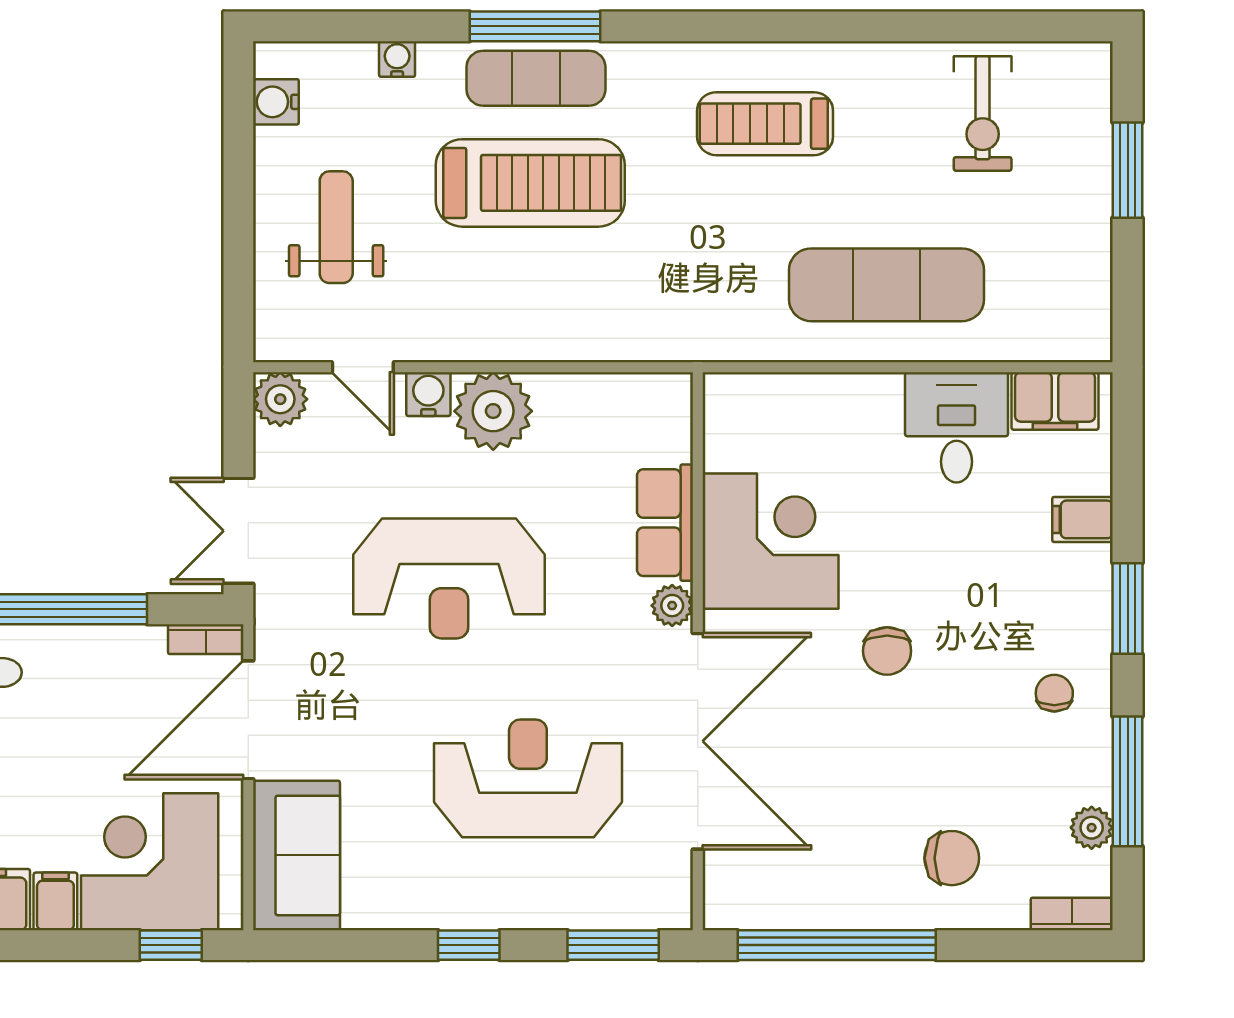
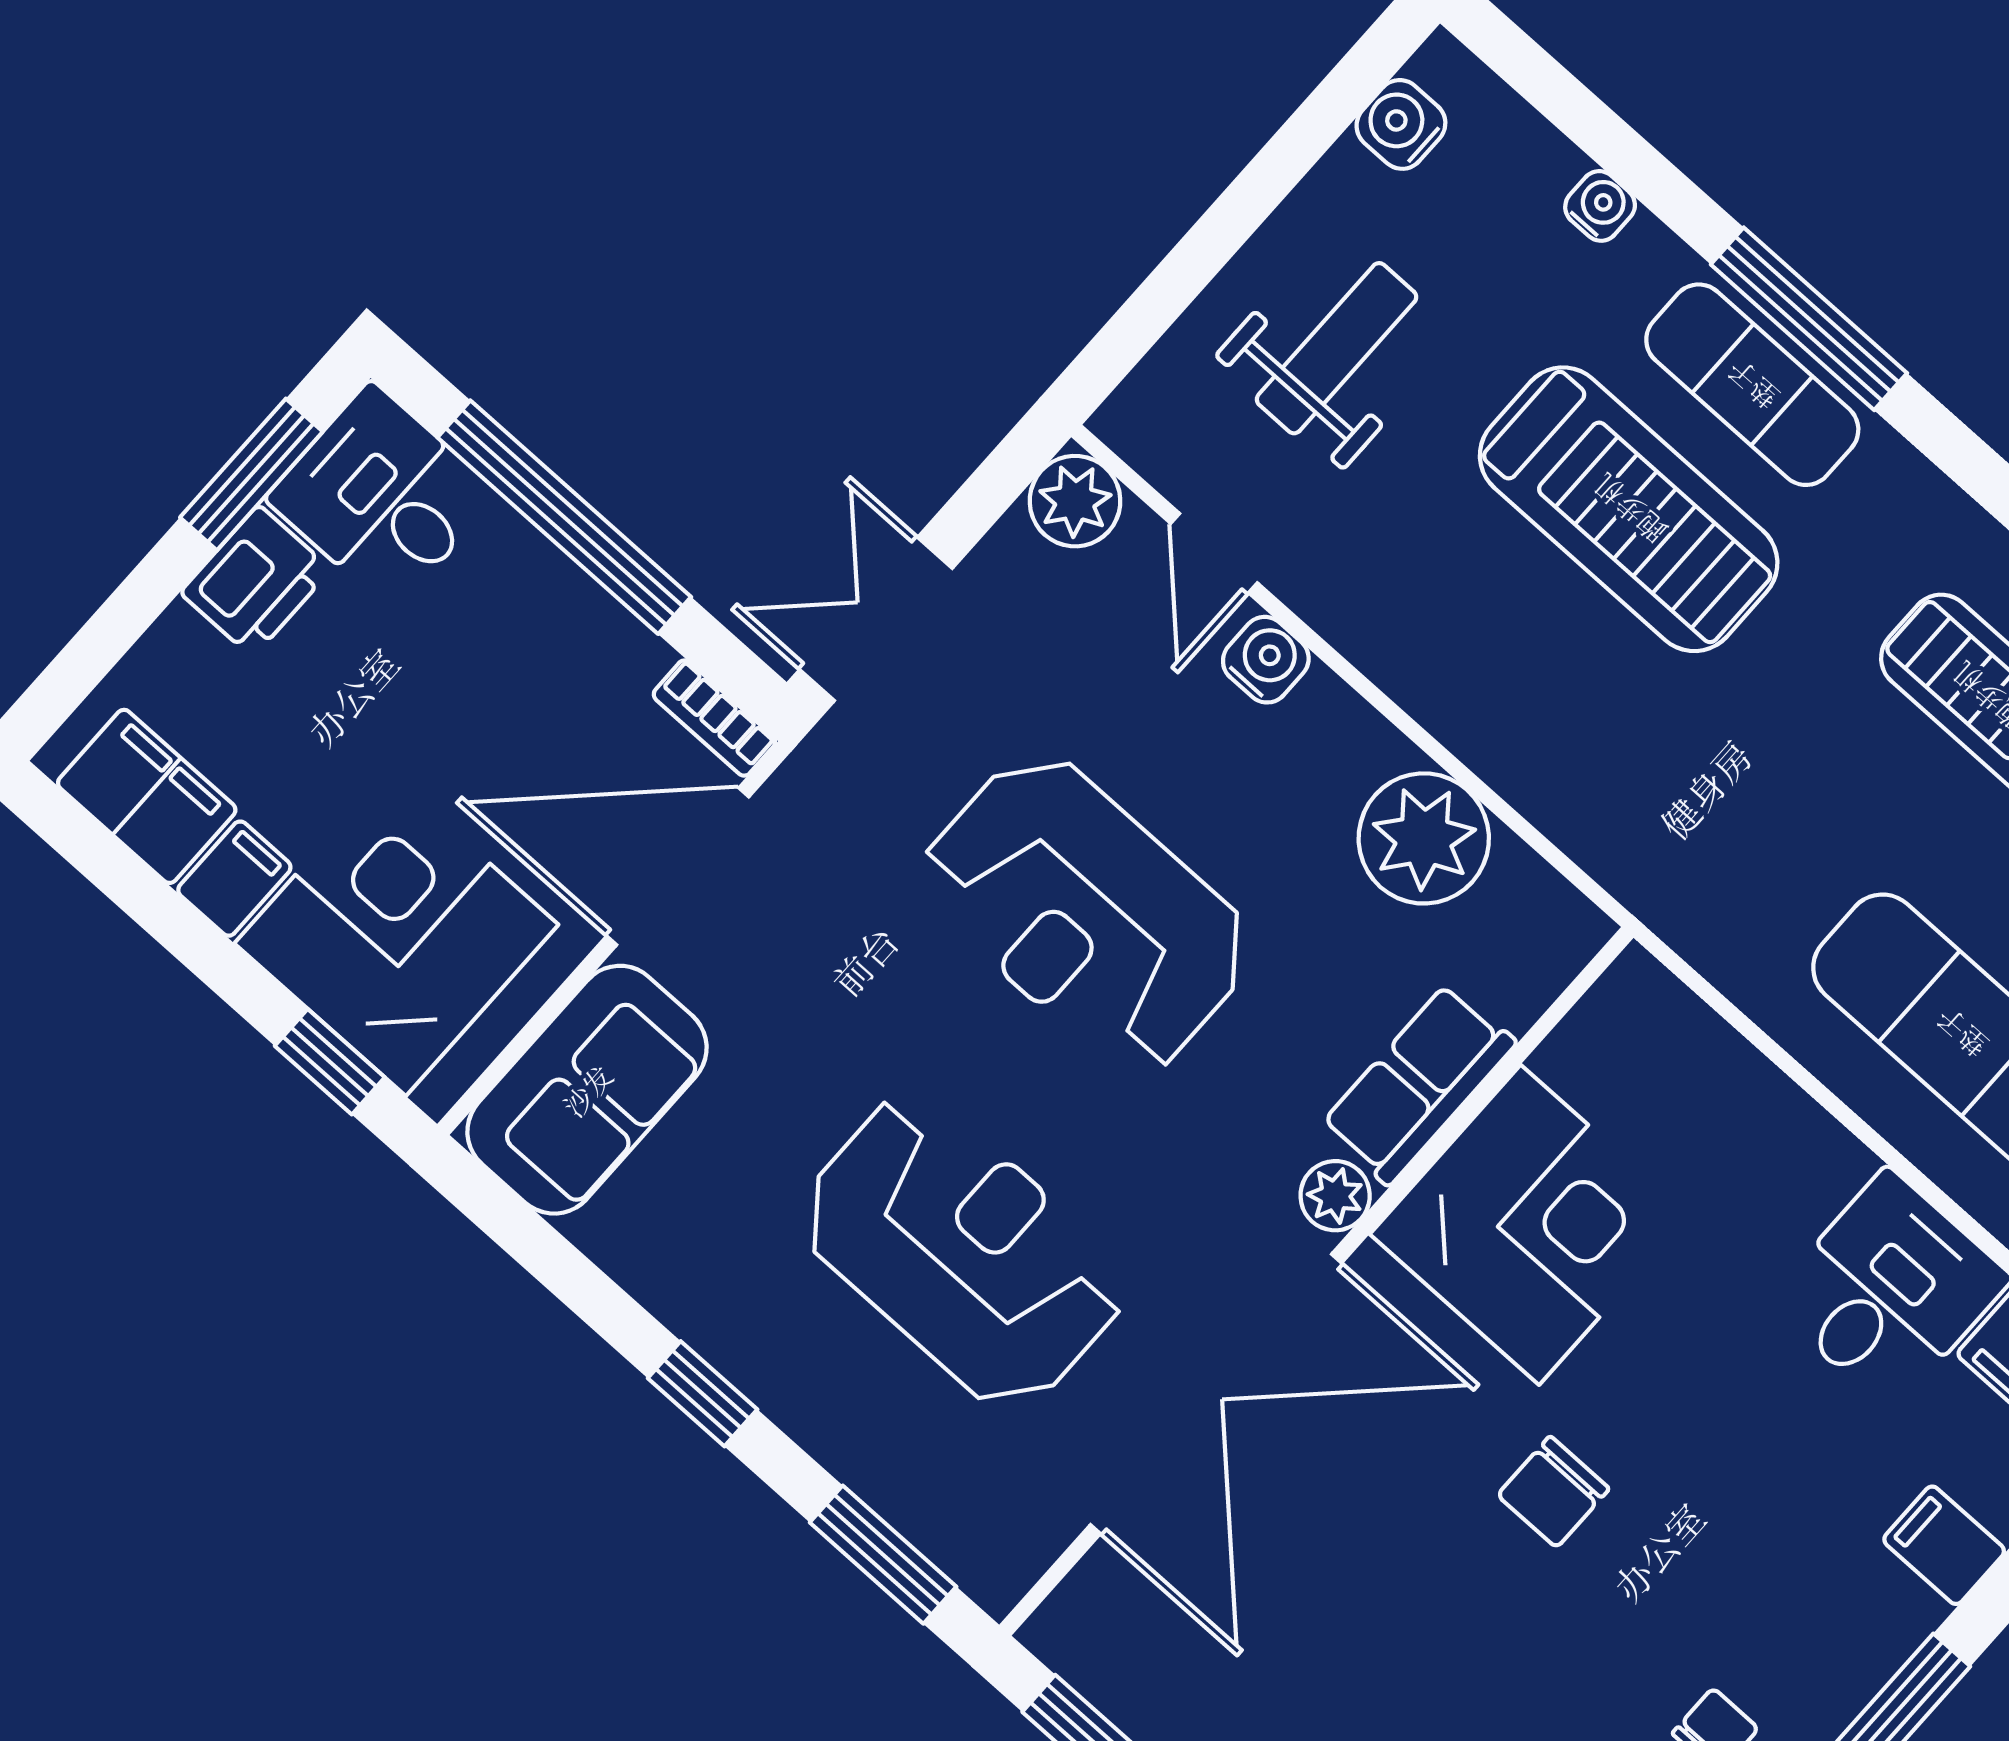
plant: (493, 411) -> (1424, 838), moved

